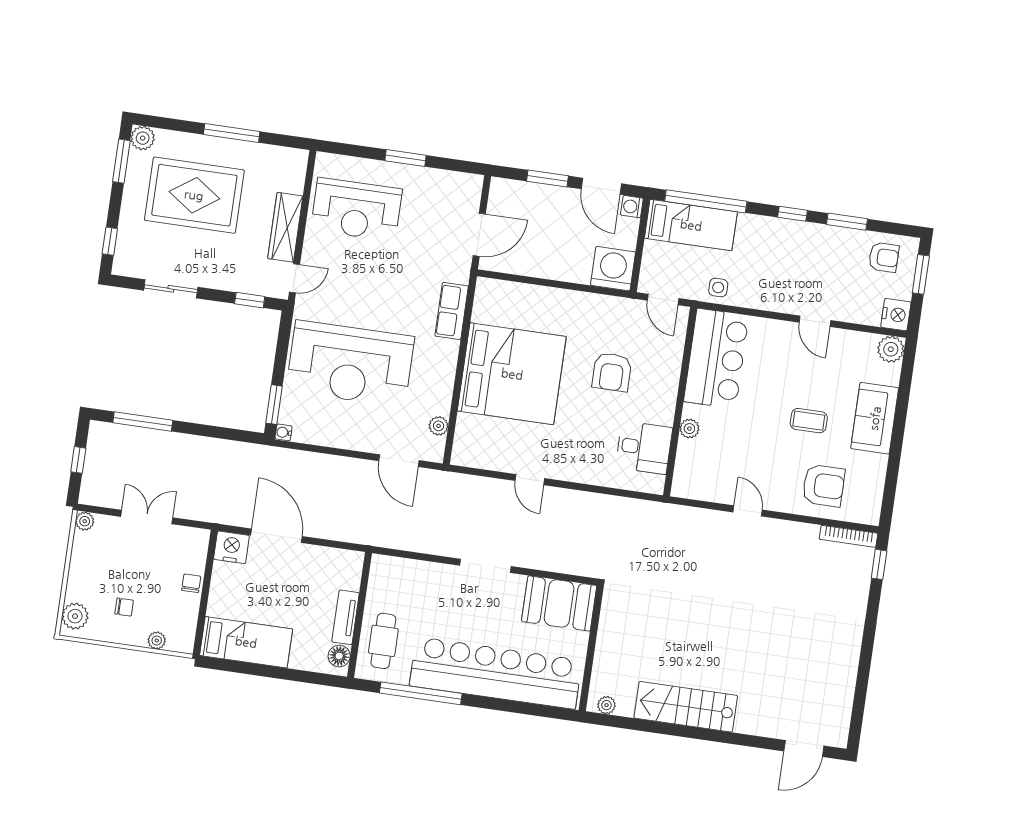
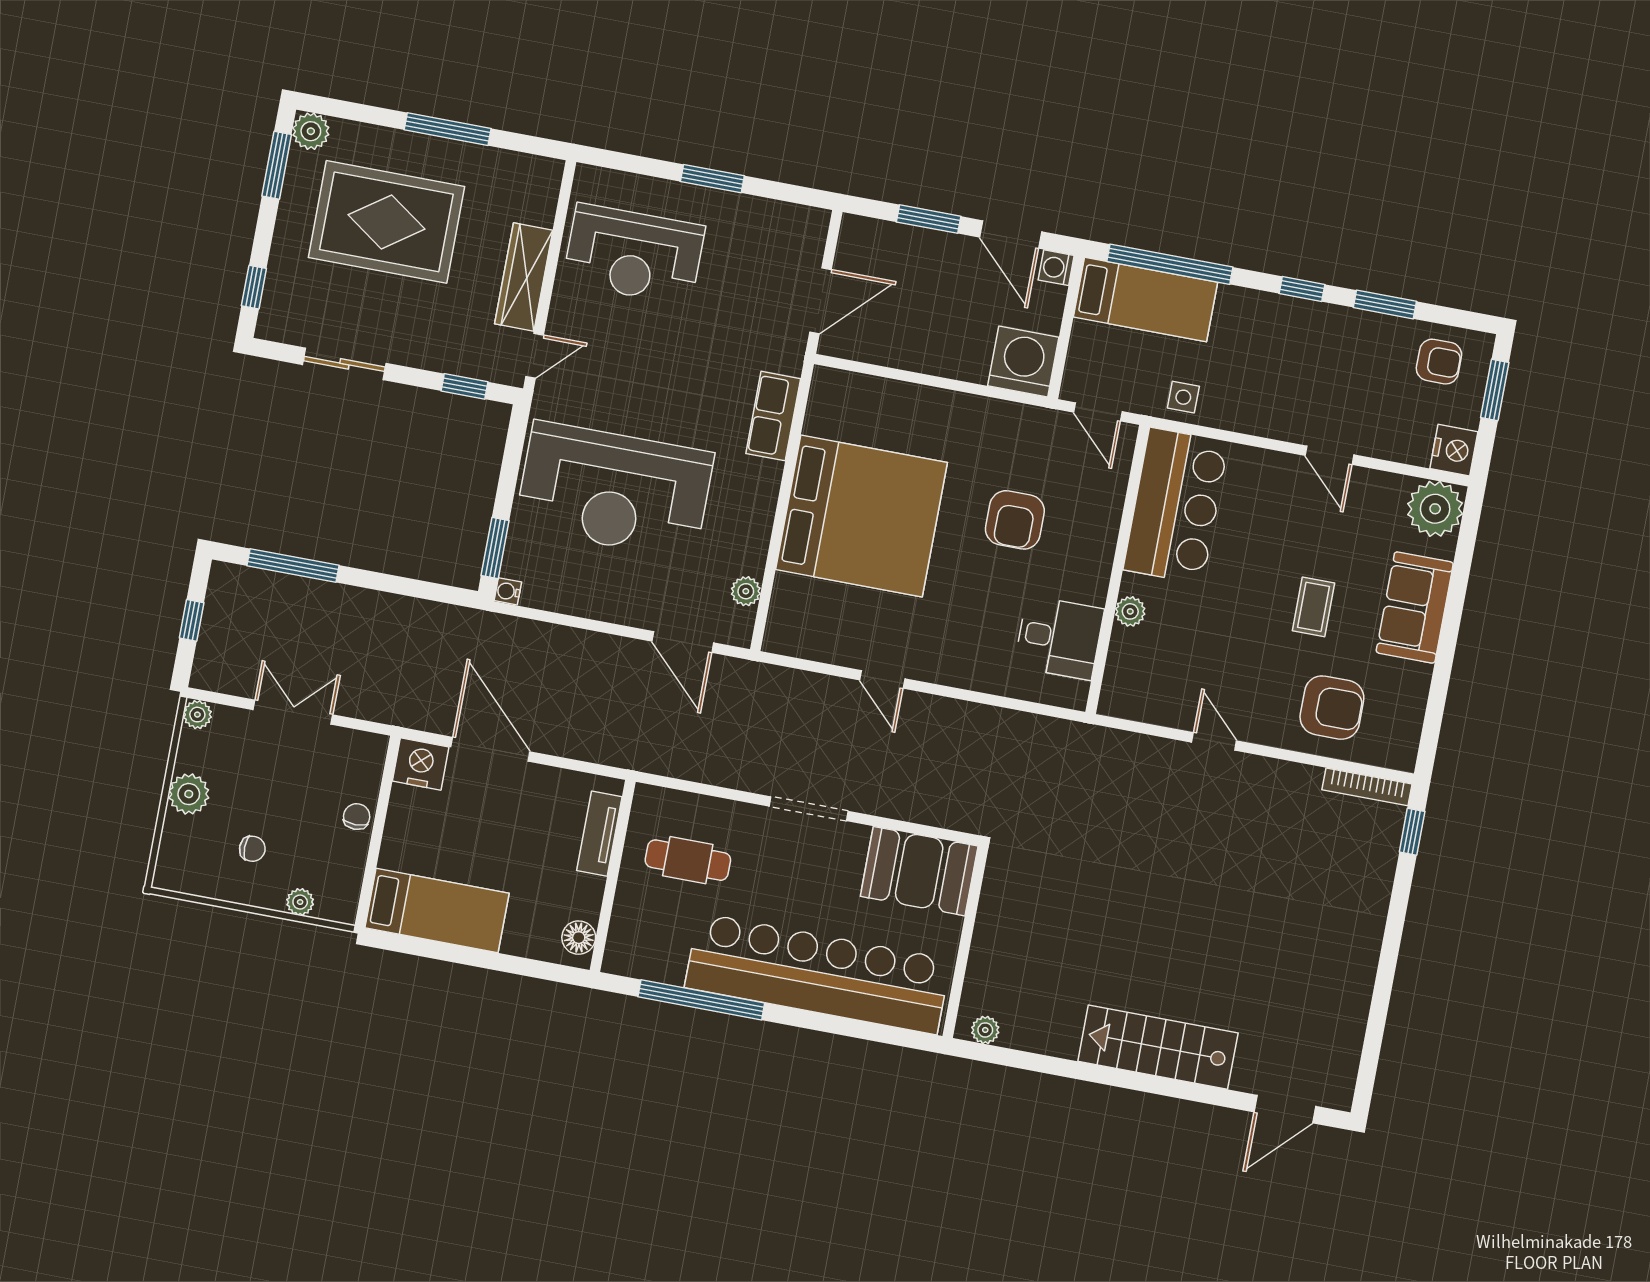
plant: (891, 349) -> (1435, 509), width x1.36, depth x1.36
coffee table: (809, 421) -> (1314, 607), turned 90
plant: (75, 616) -> (189, 794), moved
tv unit: (346, 617) -> (599, 834), moved
cafe table: (383, 641) -> (688, 860), moved, turned 90
stairs: (686, 707) -> (1158, 1047), moved

